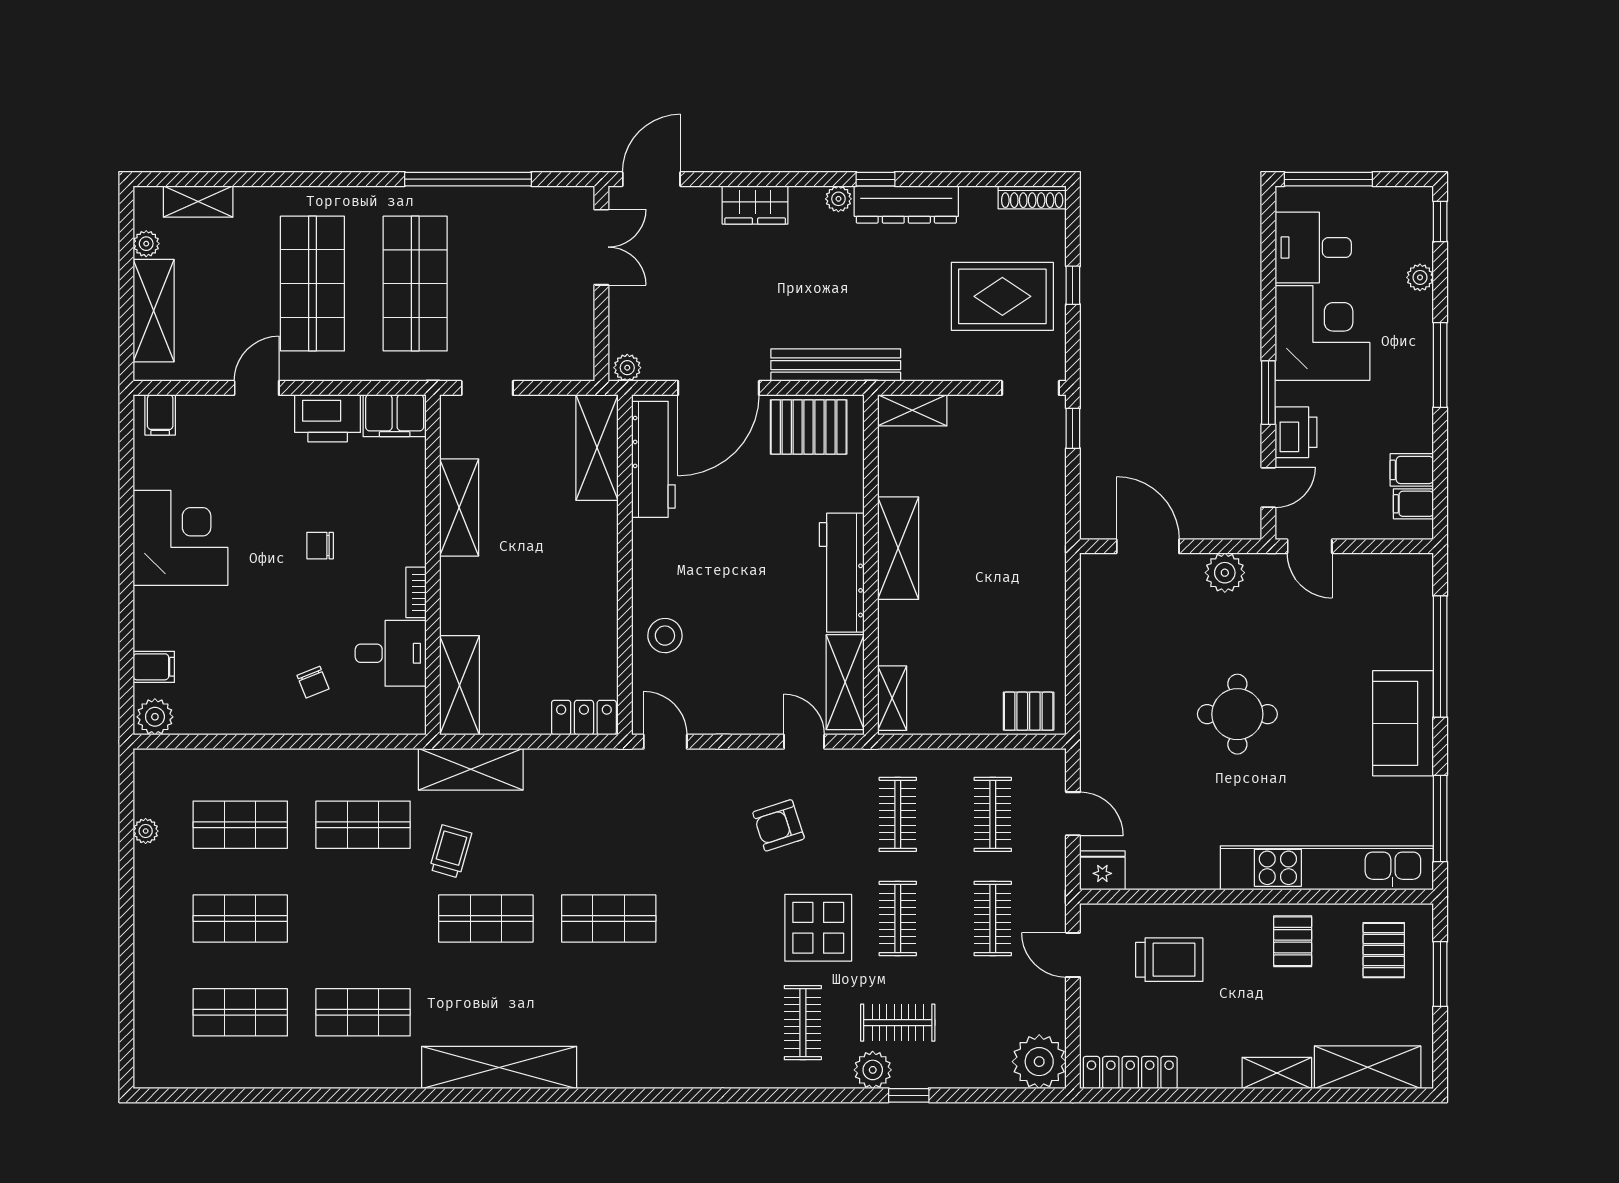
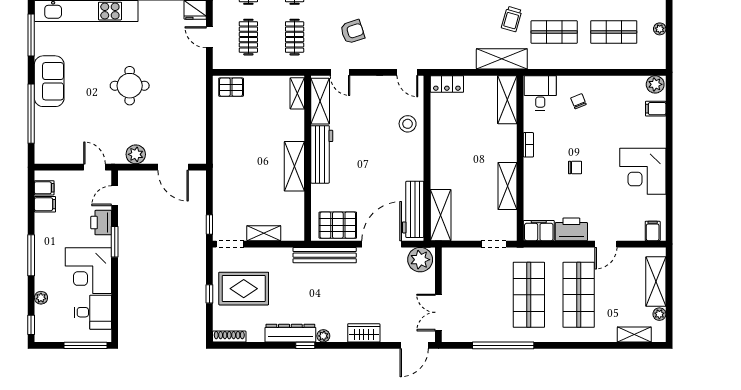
plant: (627, 368) -> (420, 260), width x1.88, depth x1.88
shelving: (912, 410) -> (264, 233), moved
desk: (391, 653) -> (540, 93), moved, turned 90

